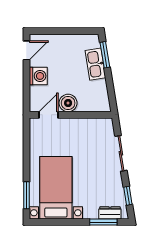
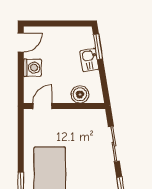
kitchen sink: (95, 64) -> (89, 60), width x0.73
boiler: (68, 103) -> (80, 94), moved

